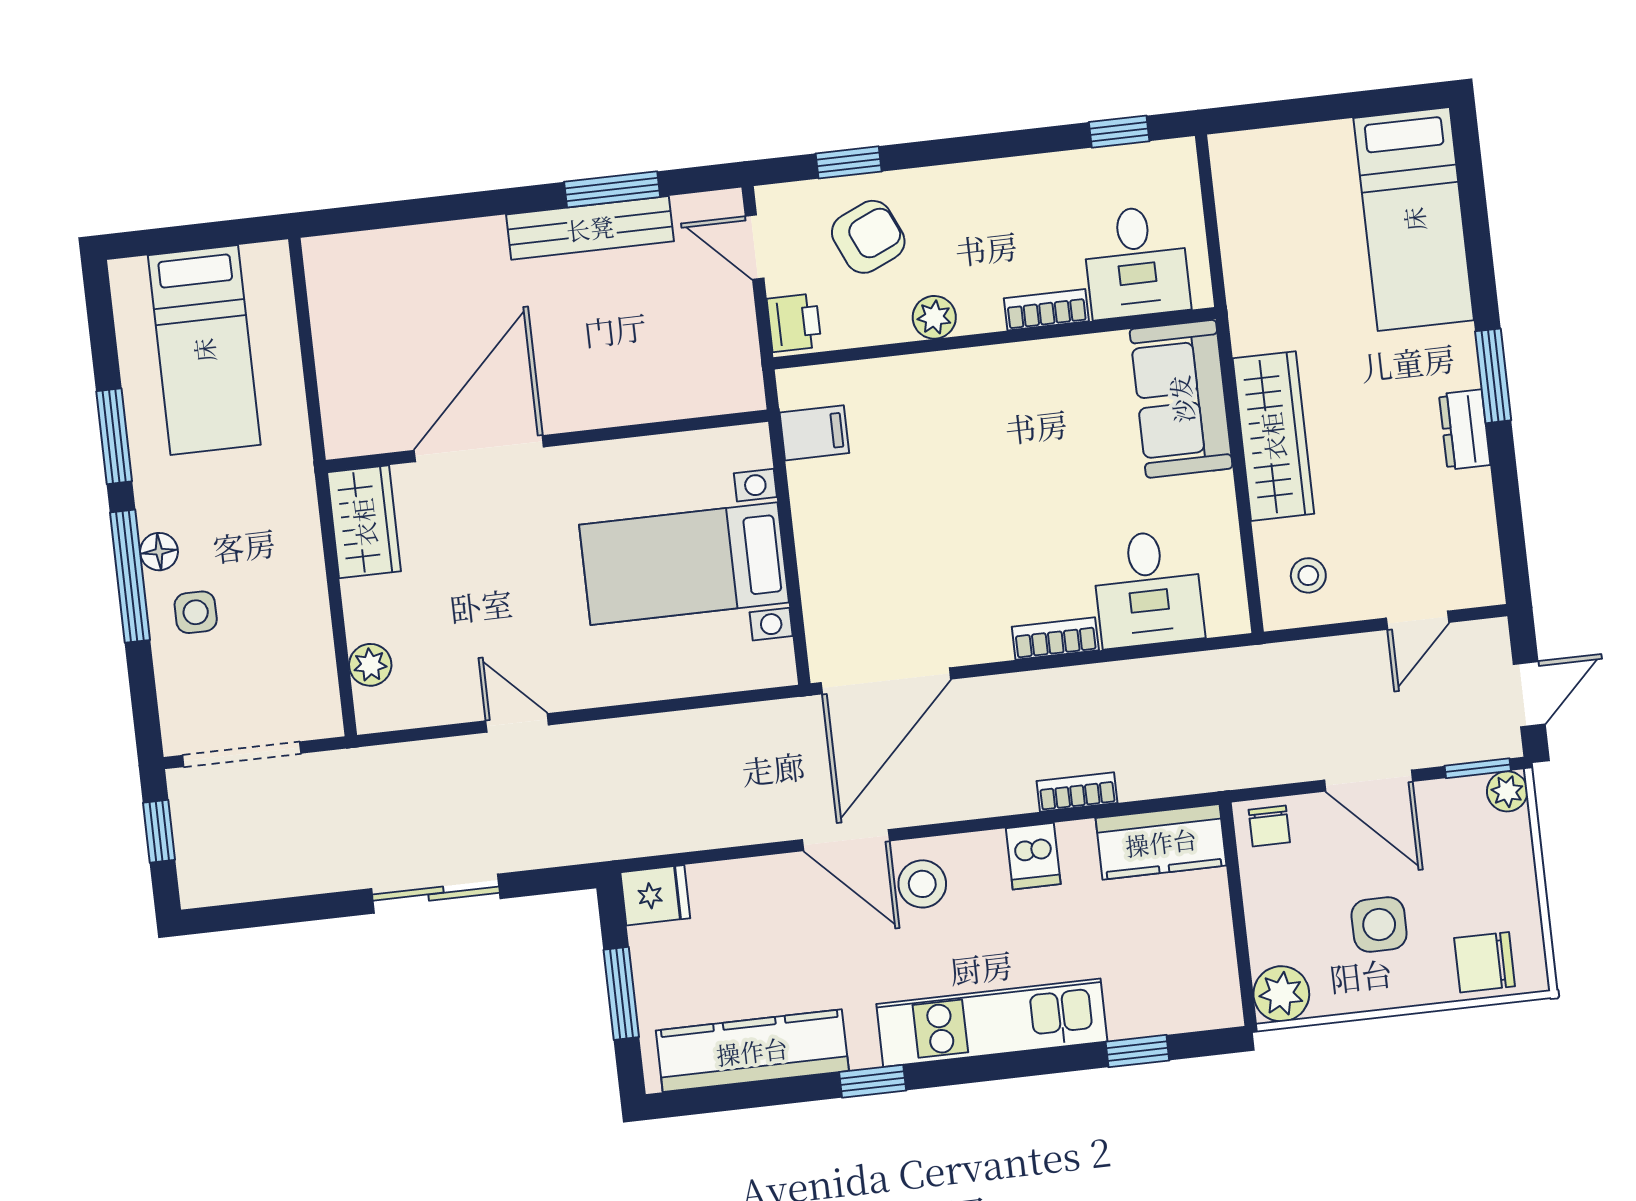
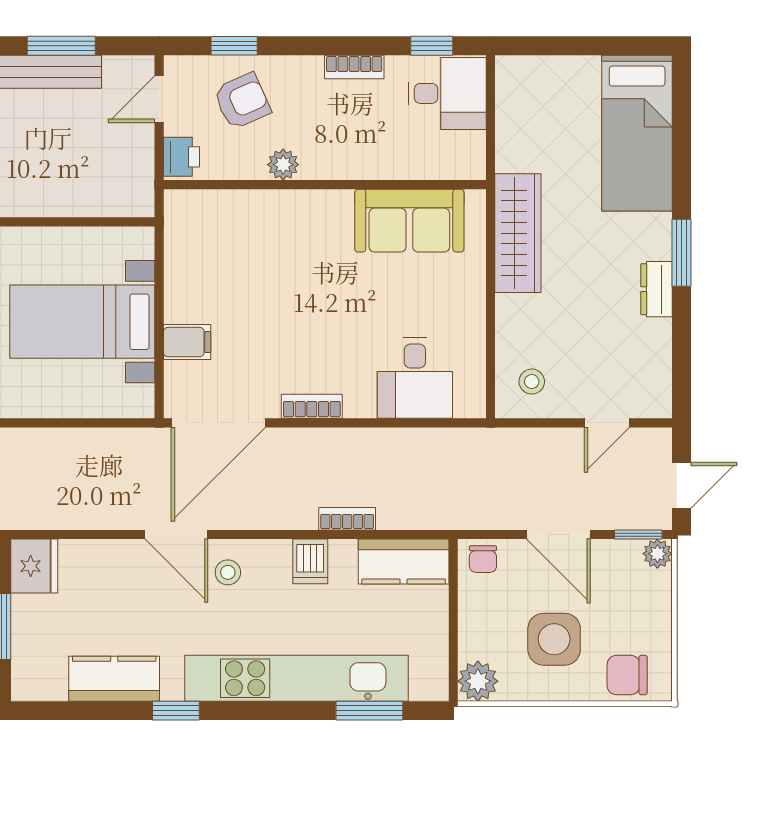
door: (755, 247) -> (159, 99), hinge flipped
desk: (1136, 262) -> (447, 93), moved, turned -90
bookcase: (1046, 310) -> (354, 67), moved, turned 180
sofa: (1181, 399) -> (409, 221), moved, turned -90
filing cabinet: (814, 433) -> (187, 342), moved
wardrobe: (1273, 436) -> (518, 233), moved
bookcase: (1055, 639) -> (312, 406), moved
stool: (922, 884) -> (228, 572), width x0.73, depth x0.73
fridge: (655, 895) -> (34, 566), width x1.38
side table: (1379, 924) -> (554, 639), width x1.37, depth x1.37
kitchen unit: (992, 1023) -> (296, 678), width x1.36
kitchen counter: (752, 1051) -> (114, 679), width x0.67
window: (1137, 1051) -> (369, 711), width x1.50

